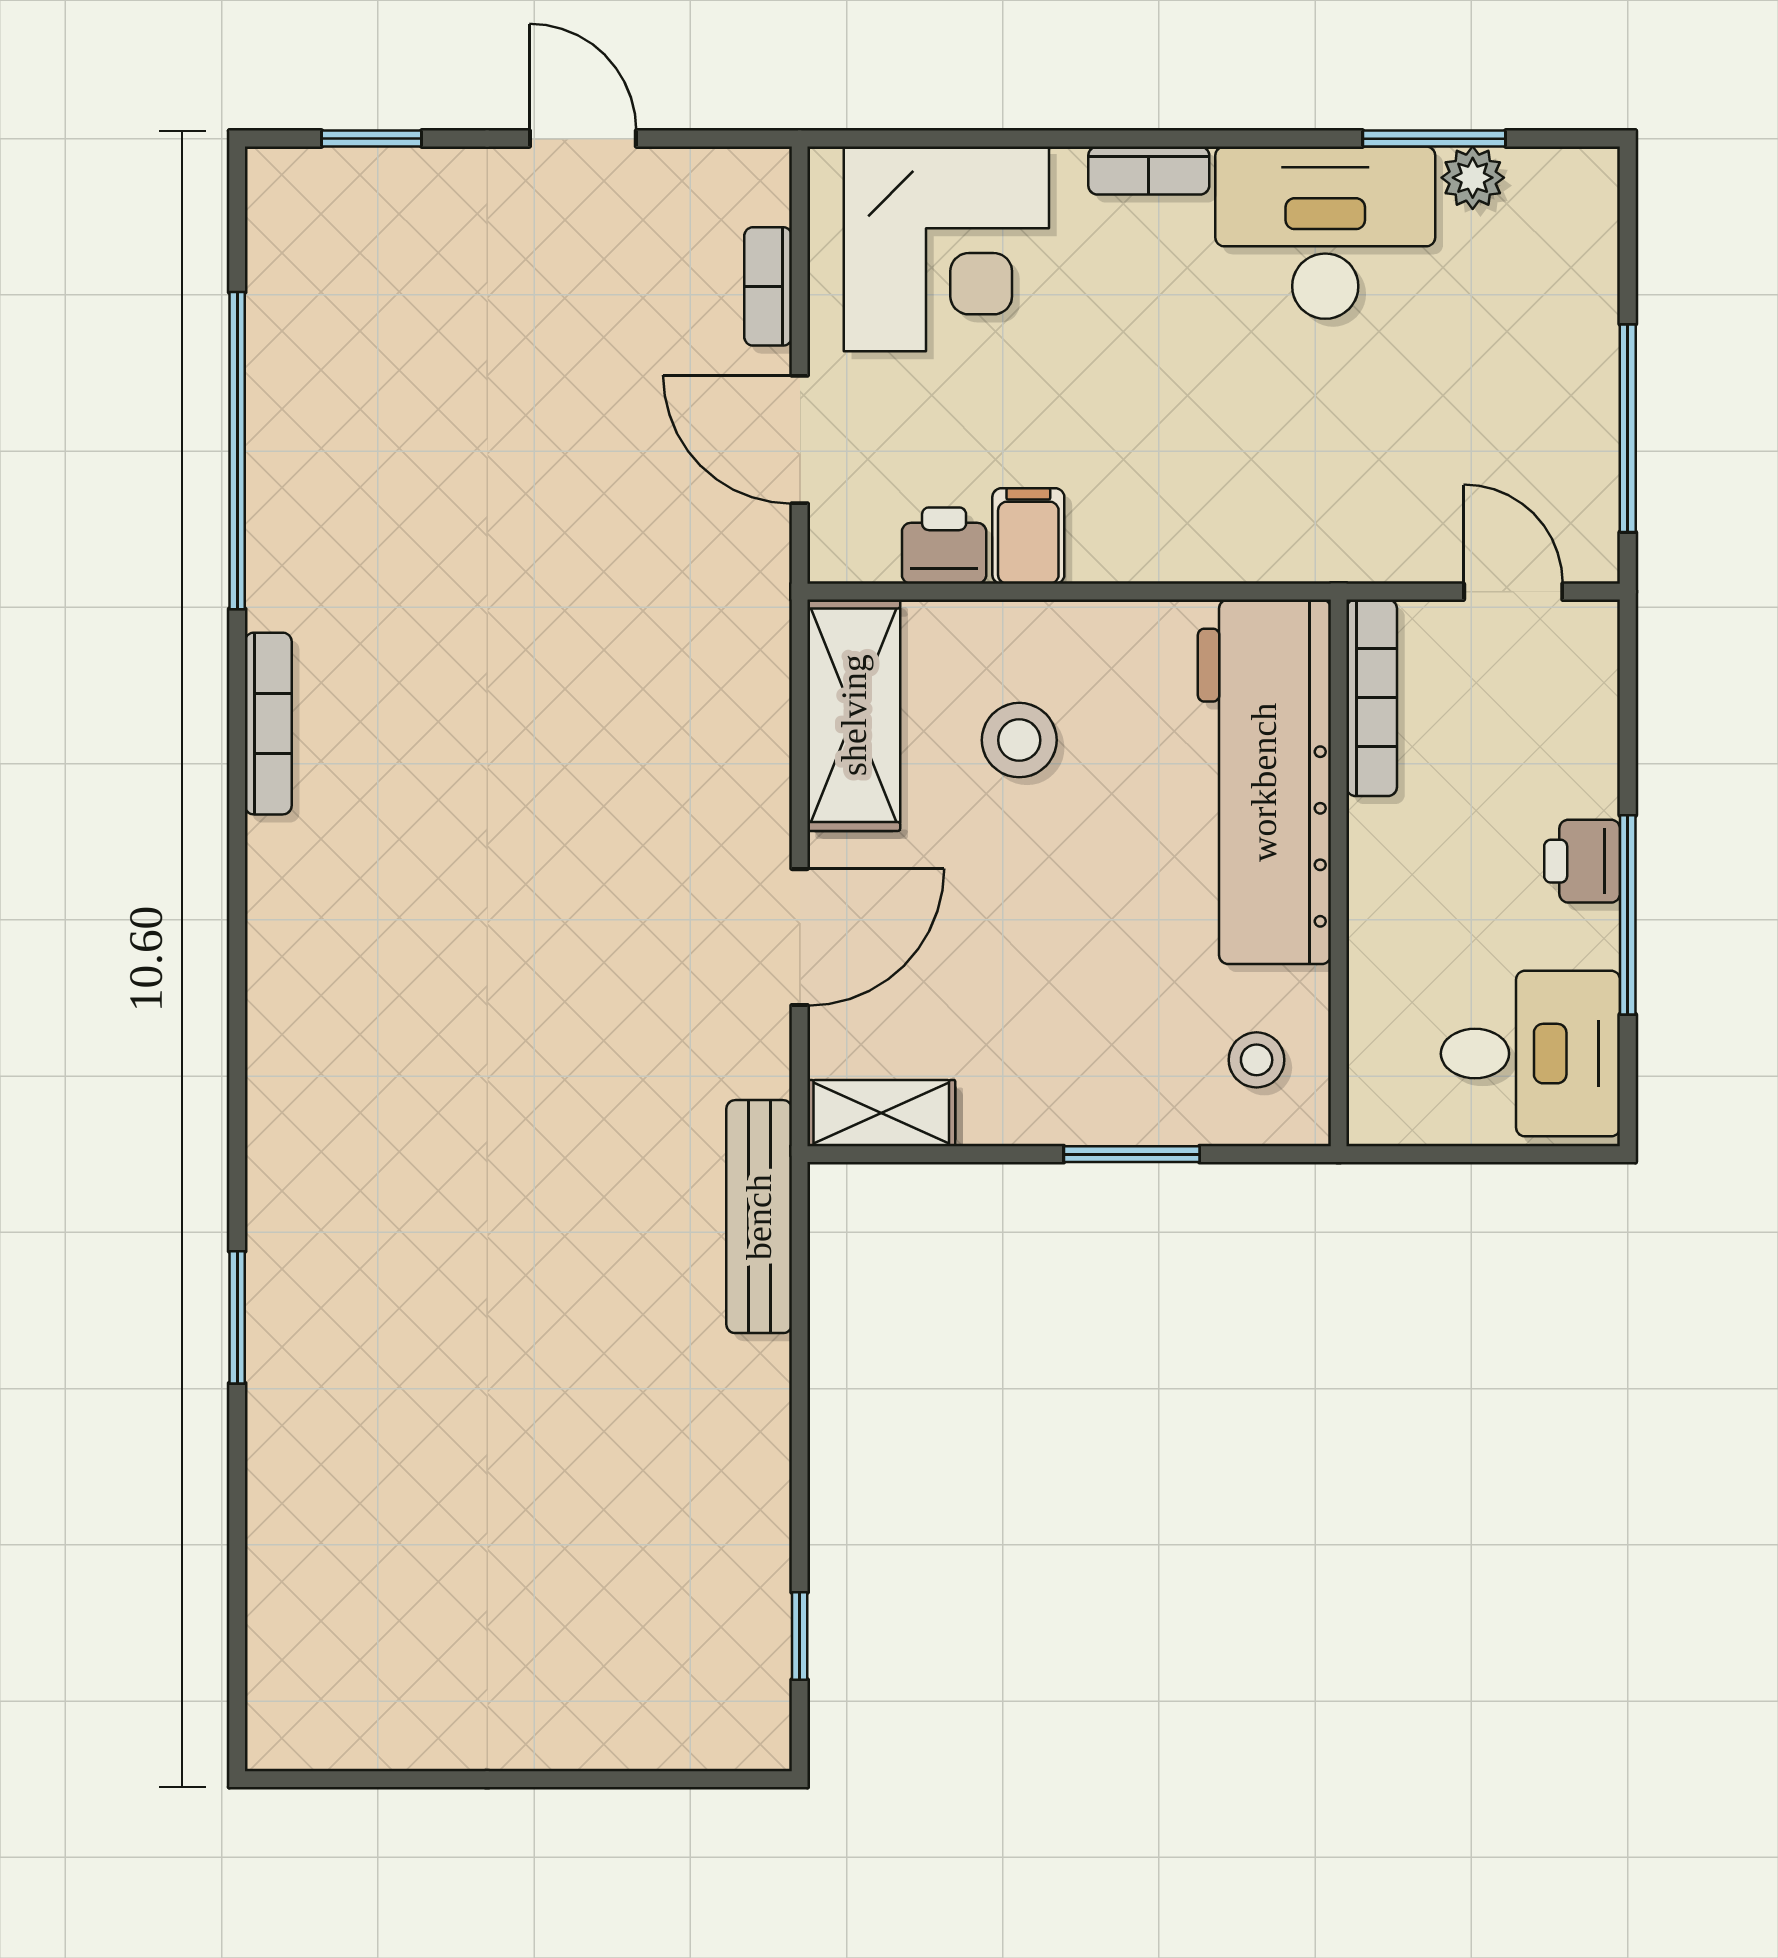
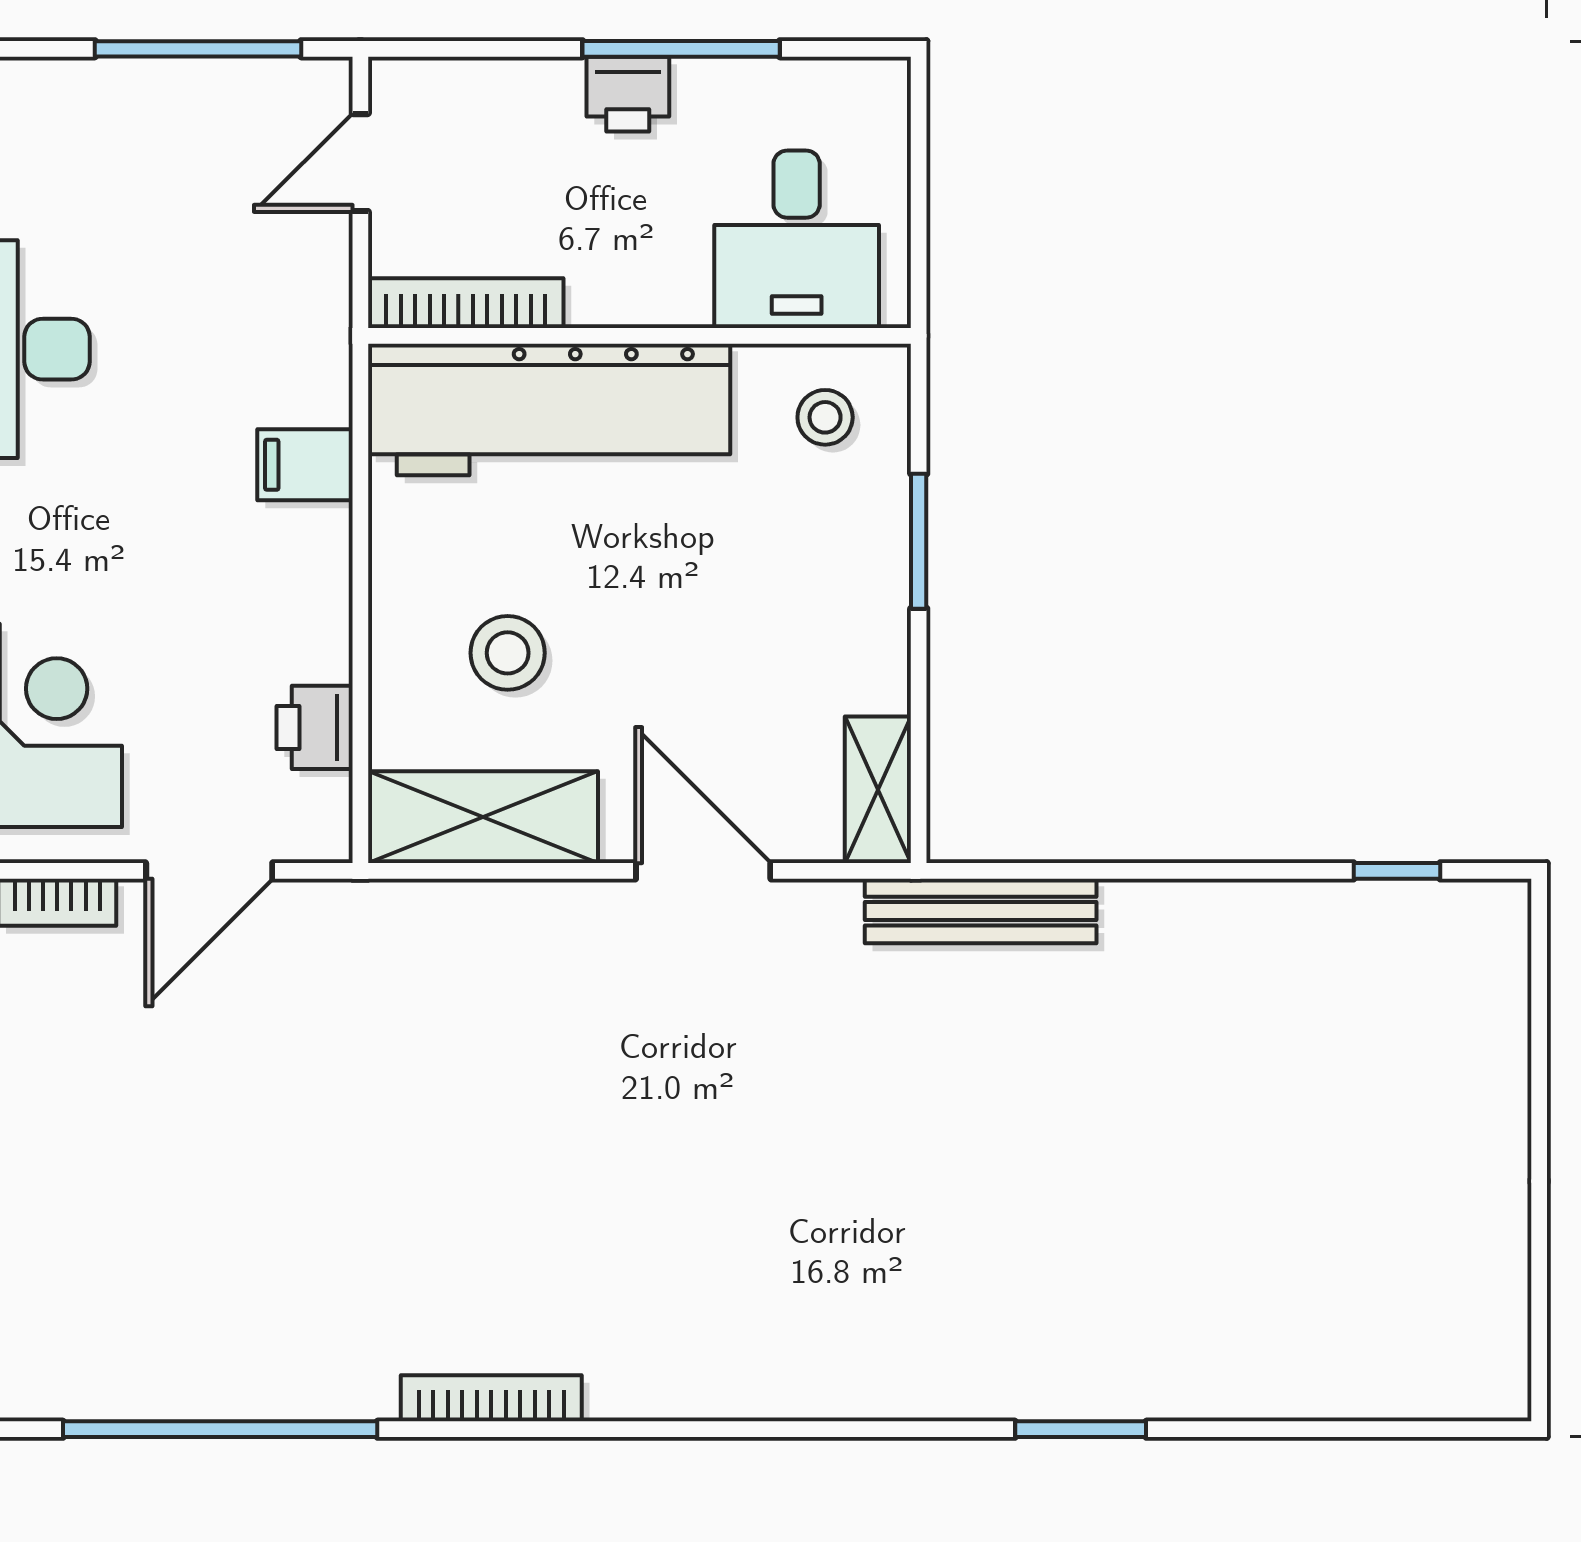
filing cabinet: (1028, 536) -> (305, 465), moved
desk: (1530, 1054) -> (797, 239), moved, turned 180

